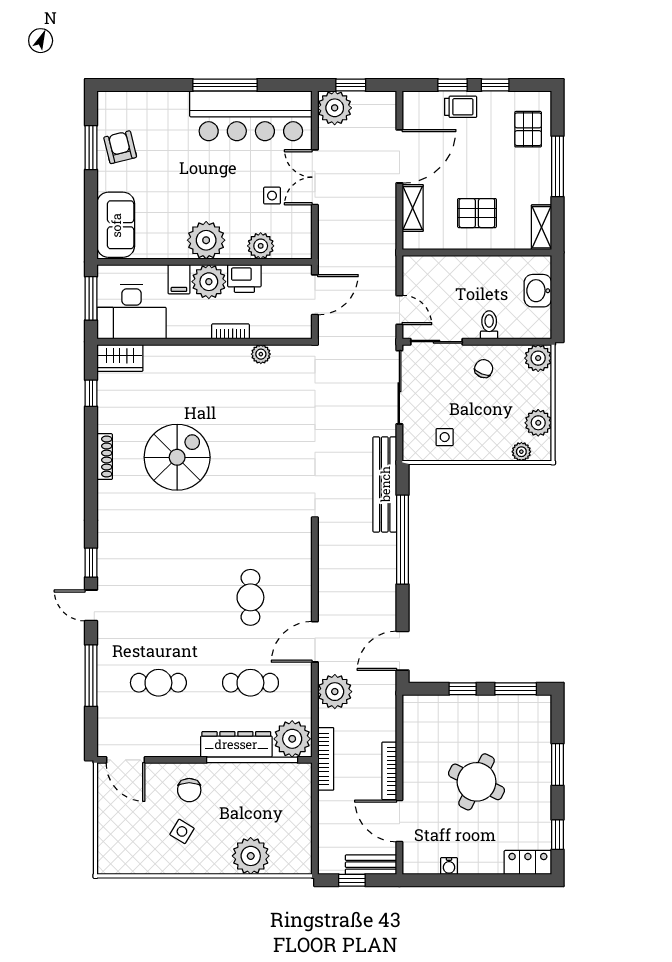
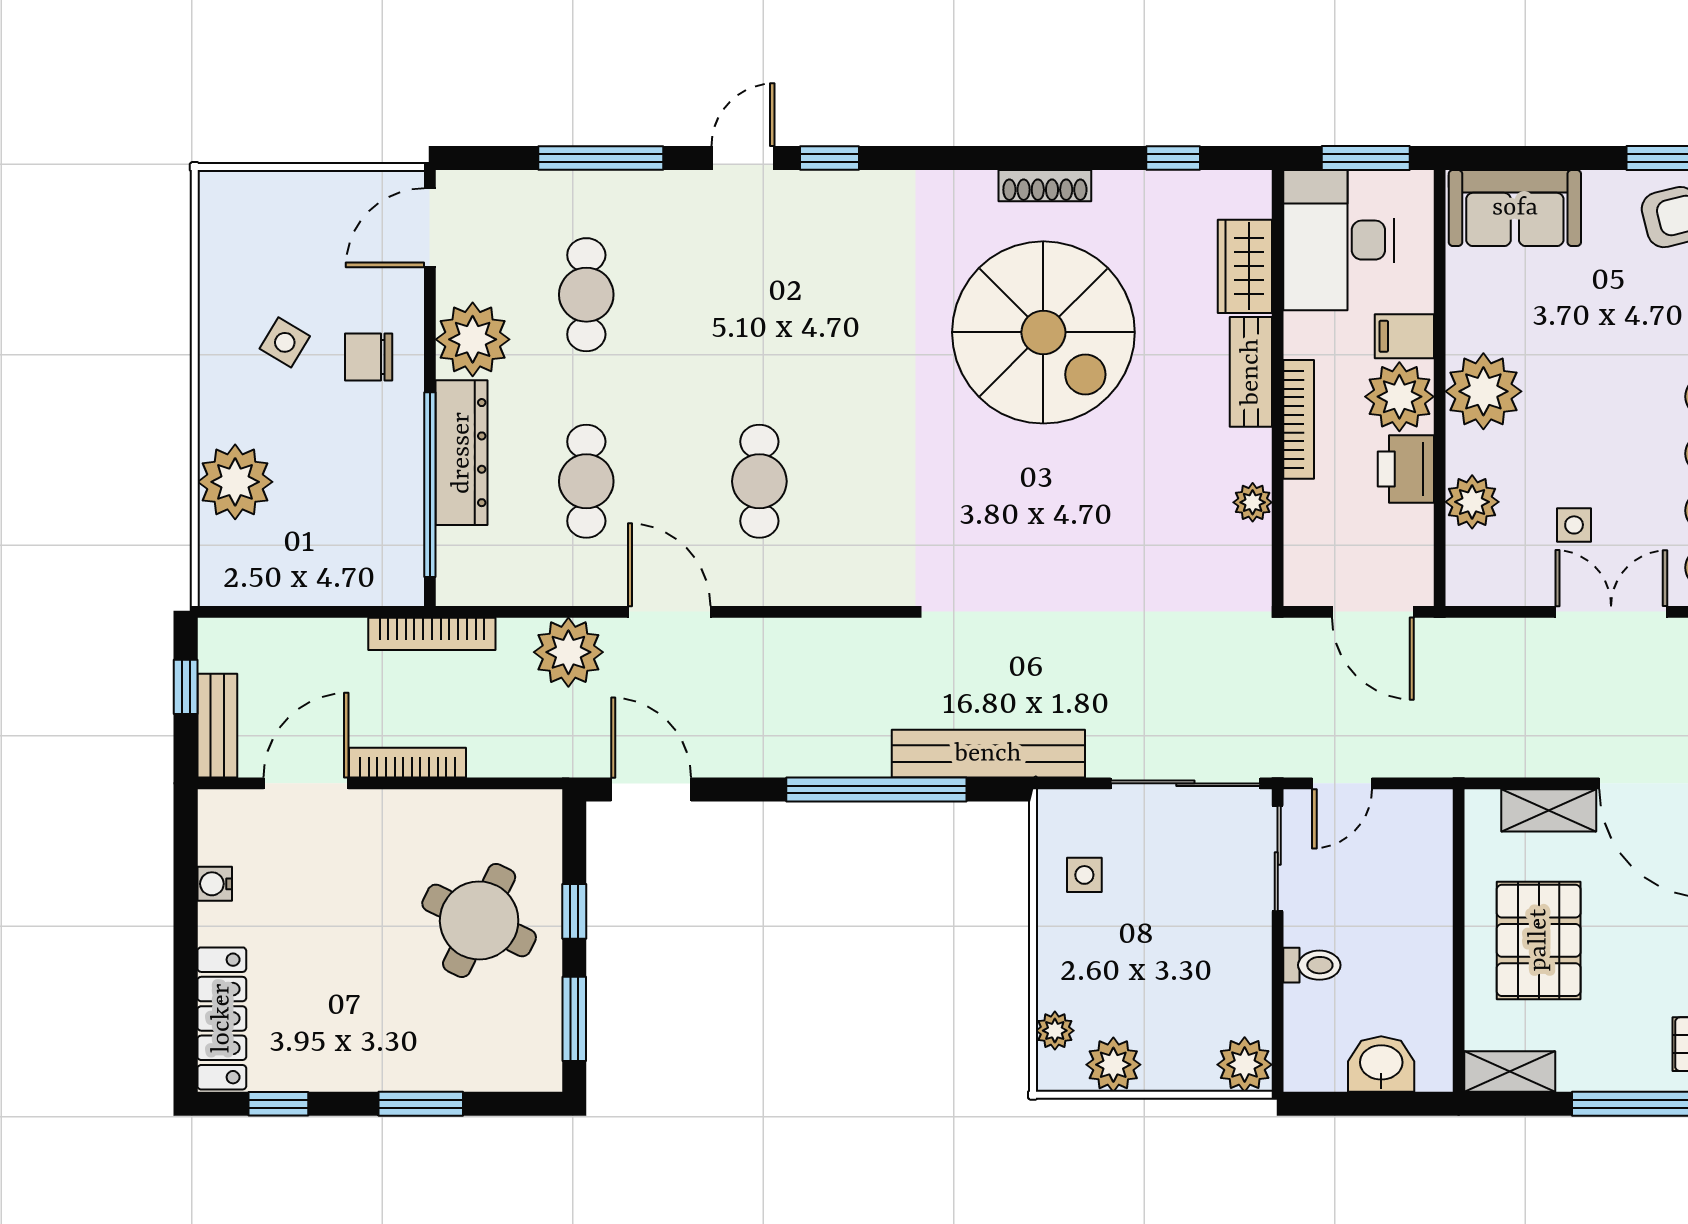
pallet: (477, 213) -> (1539, 940), width x1.50, depth x1.42
bookcase: (231, 331) -> (1299, 419), width x1.56
bench: (197, 355) -> (1251, 372), added
wardrobe: (120, 358) -> (1245, 266), moved
chair: (484, 369) -> (1223, 954), removed
spiral stairs: (177, 457) -> (1043, 332), width x1.37, depth x1.37
cafe table: (250, 597) -> (759, 481), turned 90
plant: (292, 739) -> (473, 339), moved
round table: (477, 782) -> (479, 920), moved
locker: (528, 862) -> (222, 1018), width x1.53

